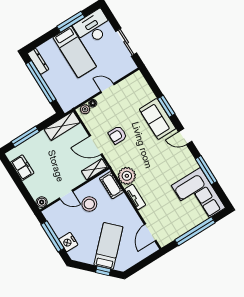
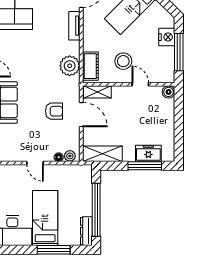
window: (71, 22) -> (54, 250), moved
freezer: (22, 168) -> (148, 153), moved, turned 90
tv unit: (135, 197) -> (74, 26), moved

